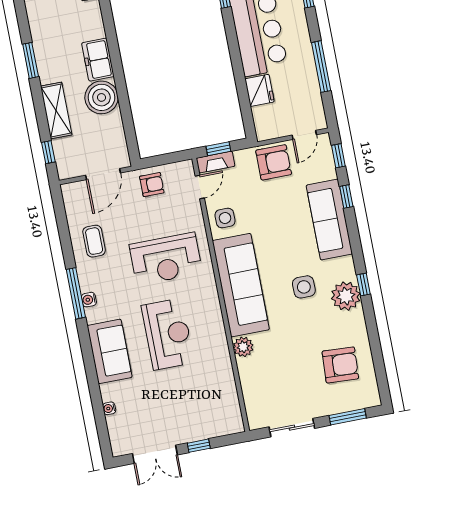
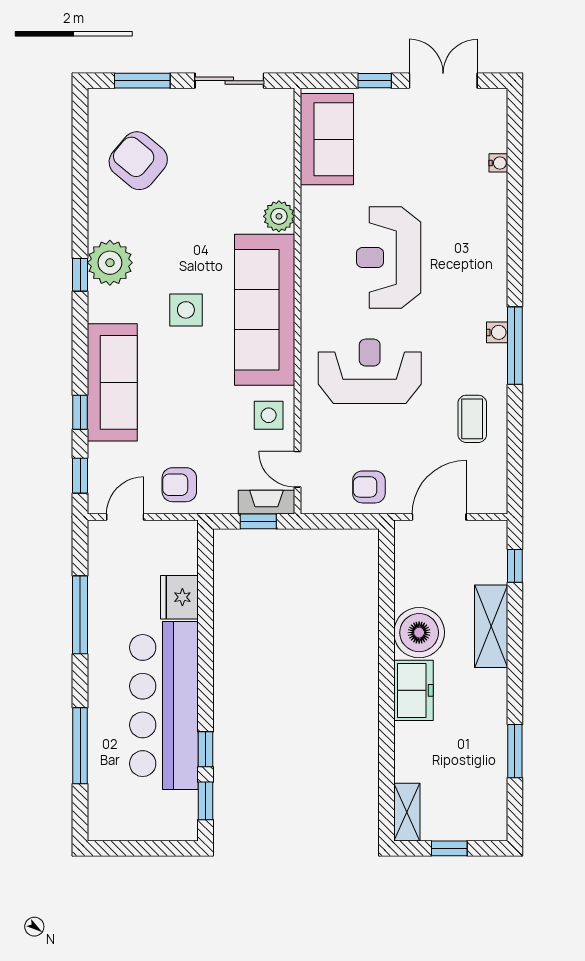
window: (31, 60) -> (515, 751), moved
armchair: (274, 162) -> (179, 485), width x0.72, depth x0.72
door: (200, 187) -> (297, 469), hinge flipped
side table: (304, 287) -> (186, 310), moved
sofa: (110, 351) -> (327, 139), moved, turned 180
armchair: (340, 365) -> (138, 161), turned 37

